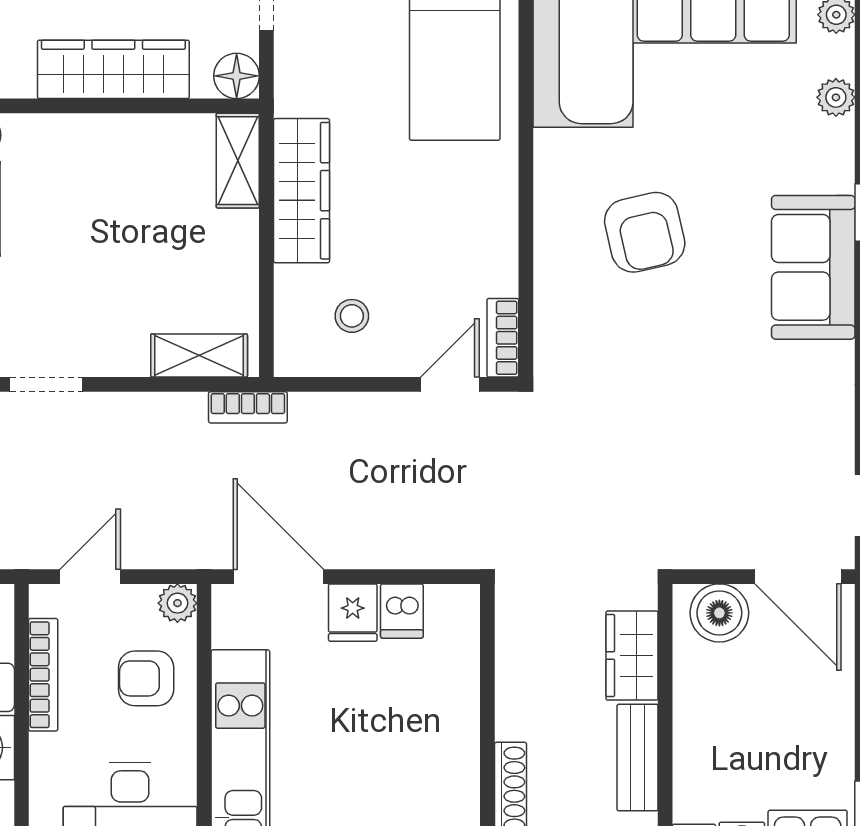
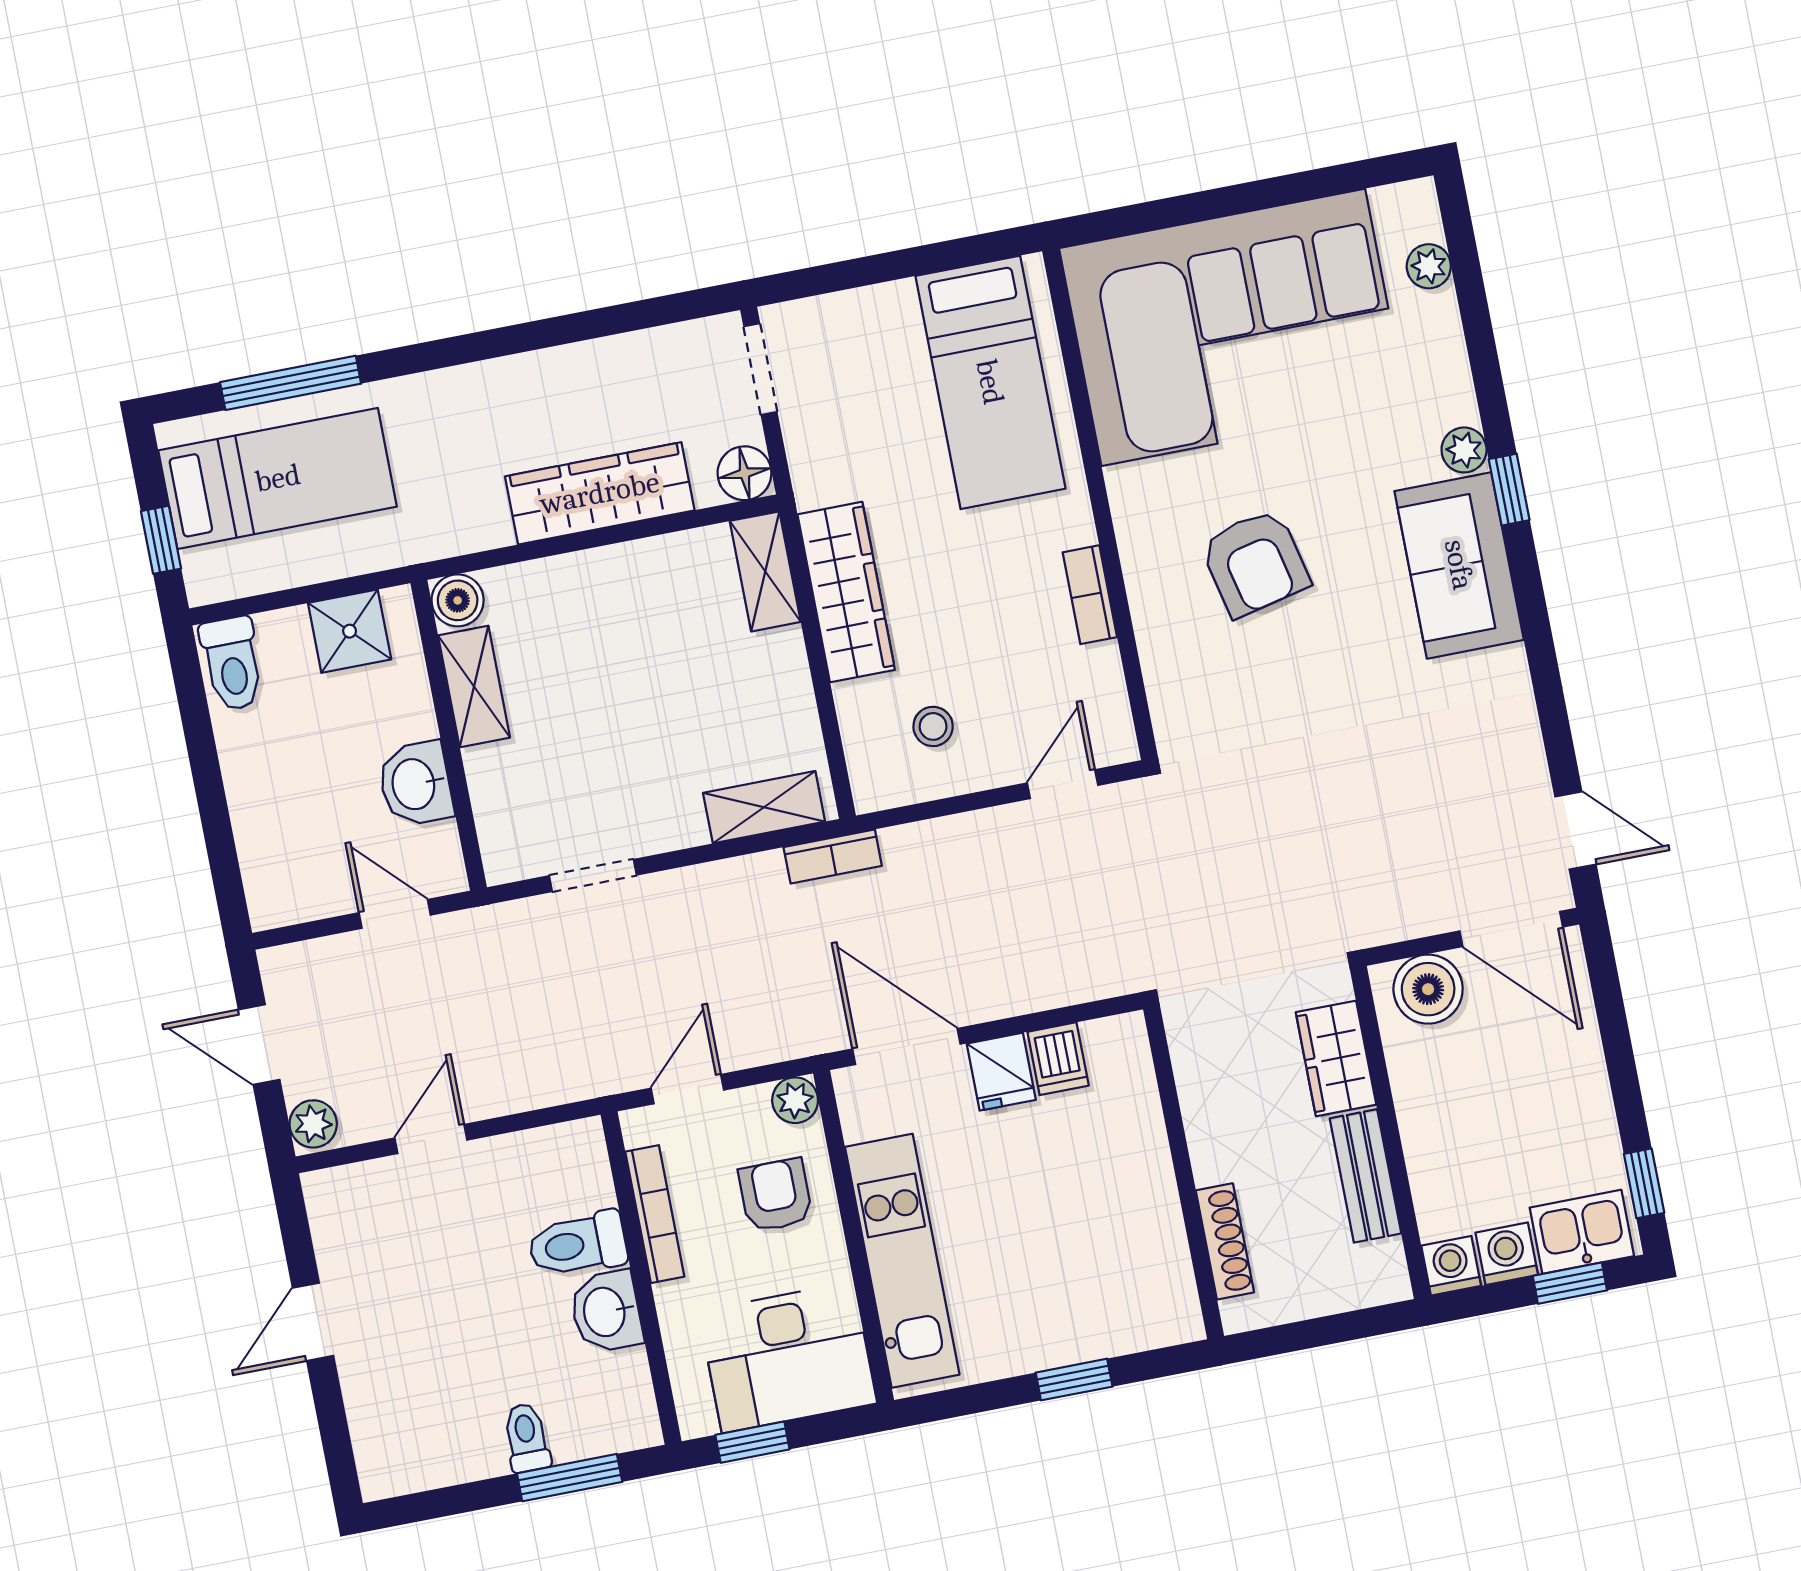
plant: (836, 97) -> (1464, 450), moved
bookcase: (503, 338) -> (1090, 595), moved
armchair: (146, 678) -> (775, 1195), turned 90

